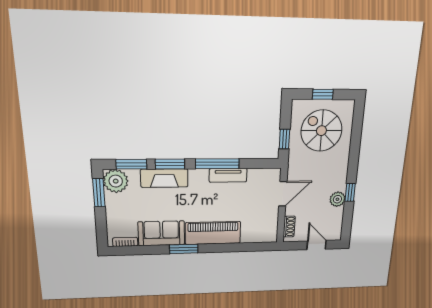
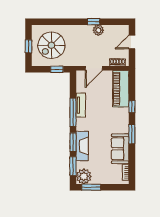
door: (283, 194) -> (94, 68), swing flipped
piano: (213, 233) -> (121, 89), moved
window: (224, 248) -> (132, 107), added

